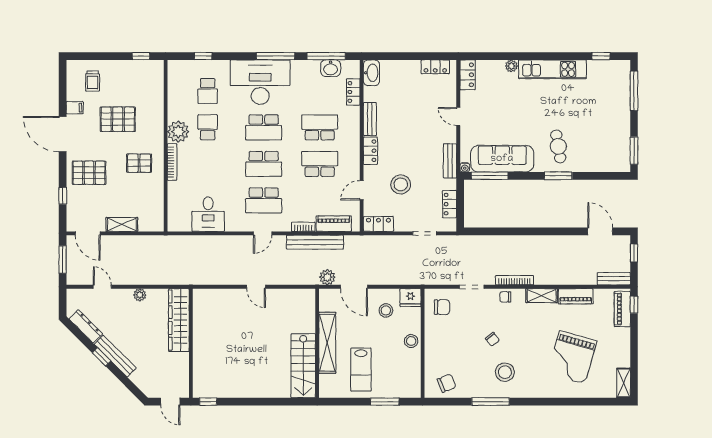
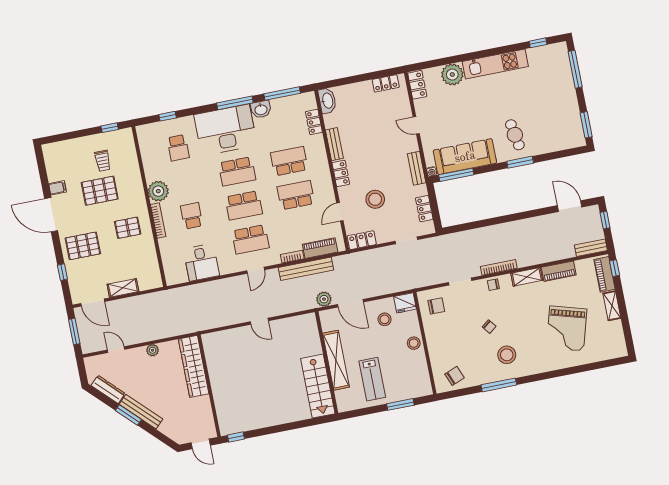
plant: (511, 66) -> (452, 75), width x1.87, depth x1.87
washbasin: (331, 68) -> (261, 109), moved
trolley: (93, 81) -> (103, 161), moved
school desk: (208, 127) -> (192, 216), moved
window: (102, 357) -> (128, 415), width x1.50
shelving: (624, 383) -> (612, 306), moved

